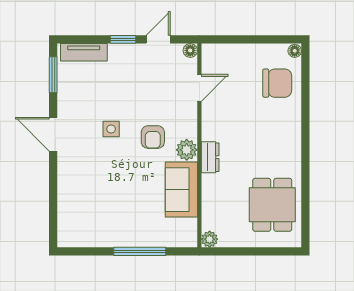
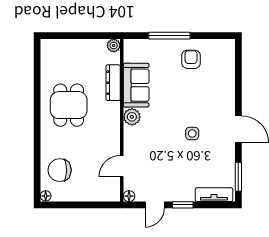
armchair: (153, 137) -> (191, 59), moved
dresser: (210, 157) -> (113, 83), moved, width x1.44
dining table: (272, 205) -> (69, 105), moved

